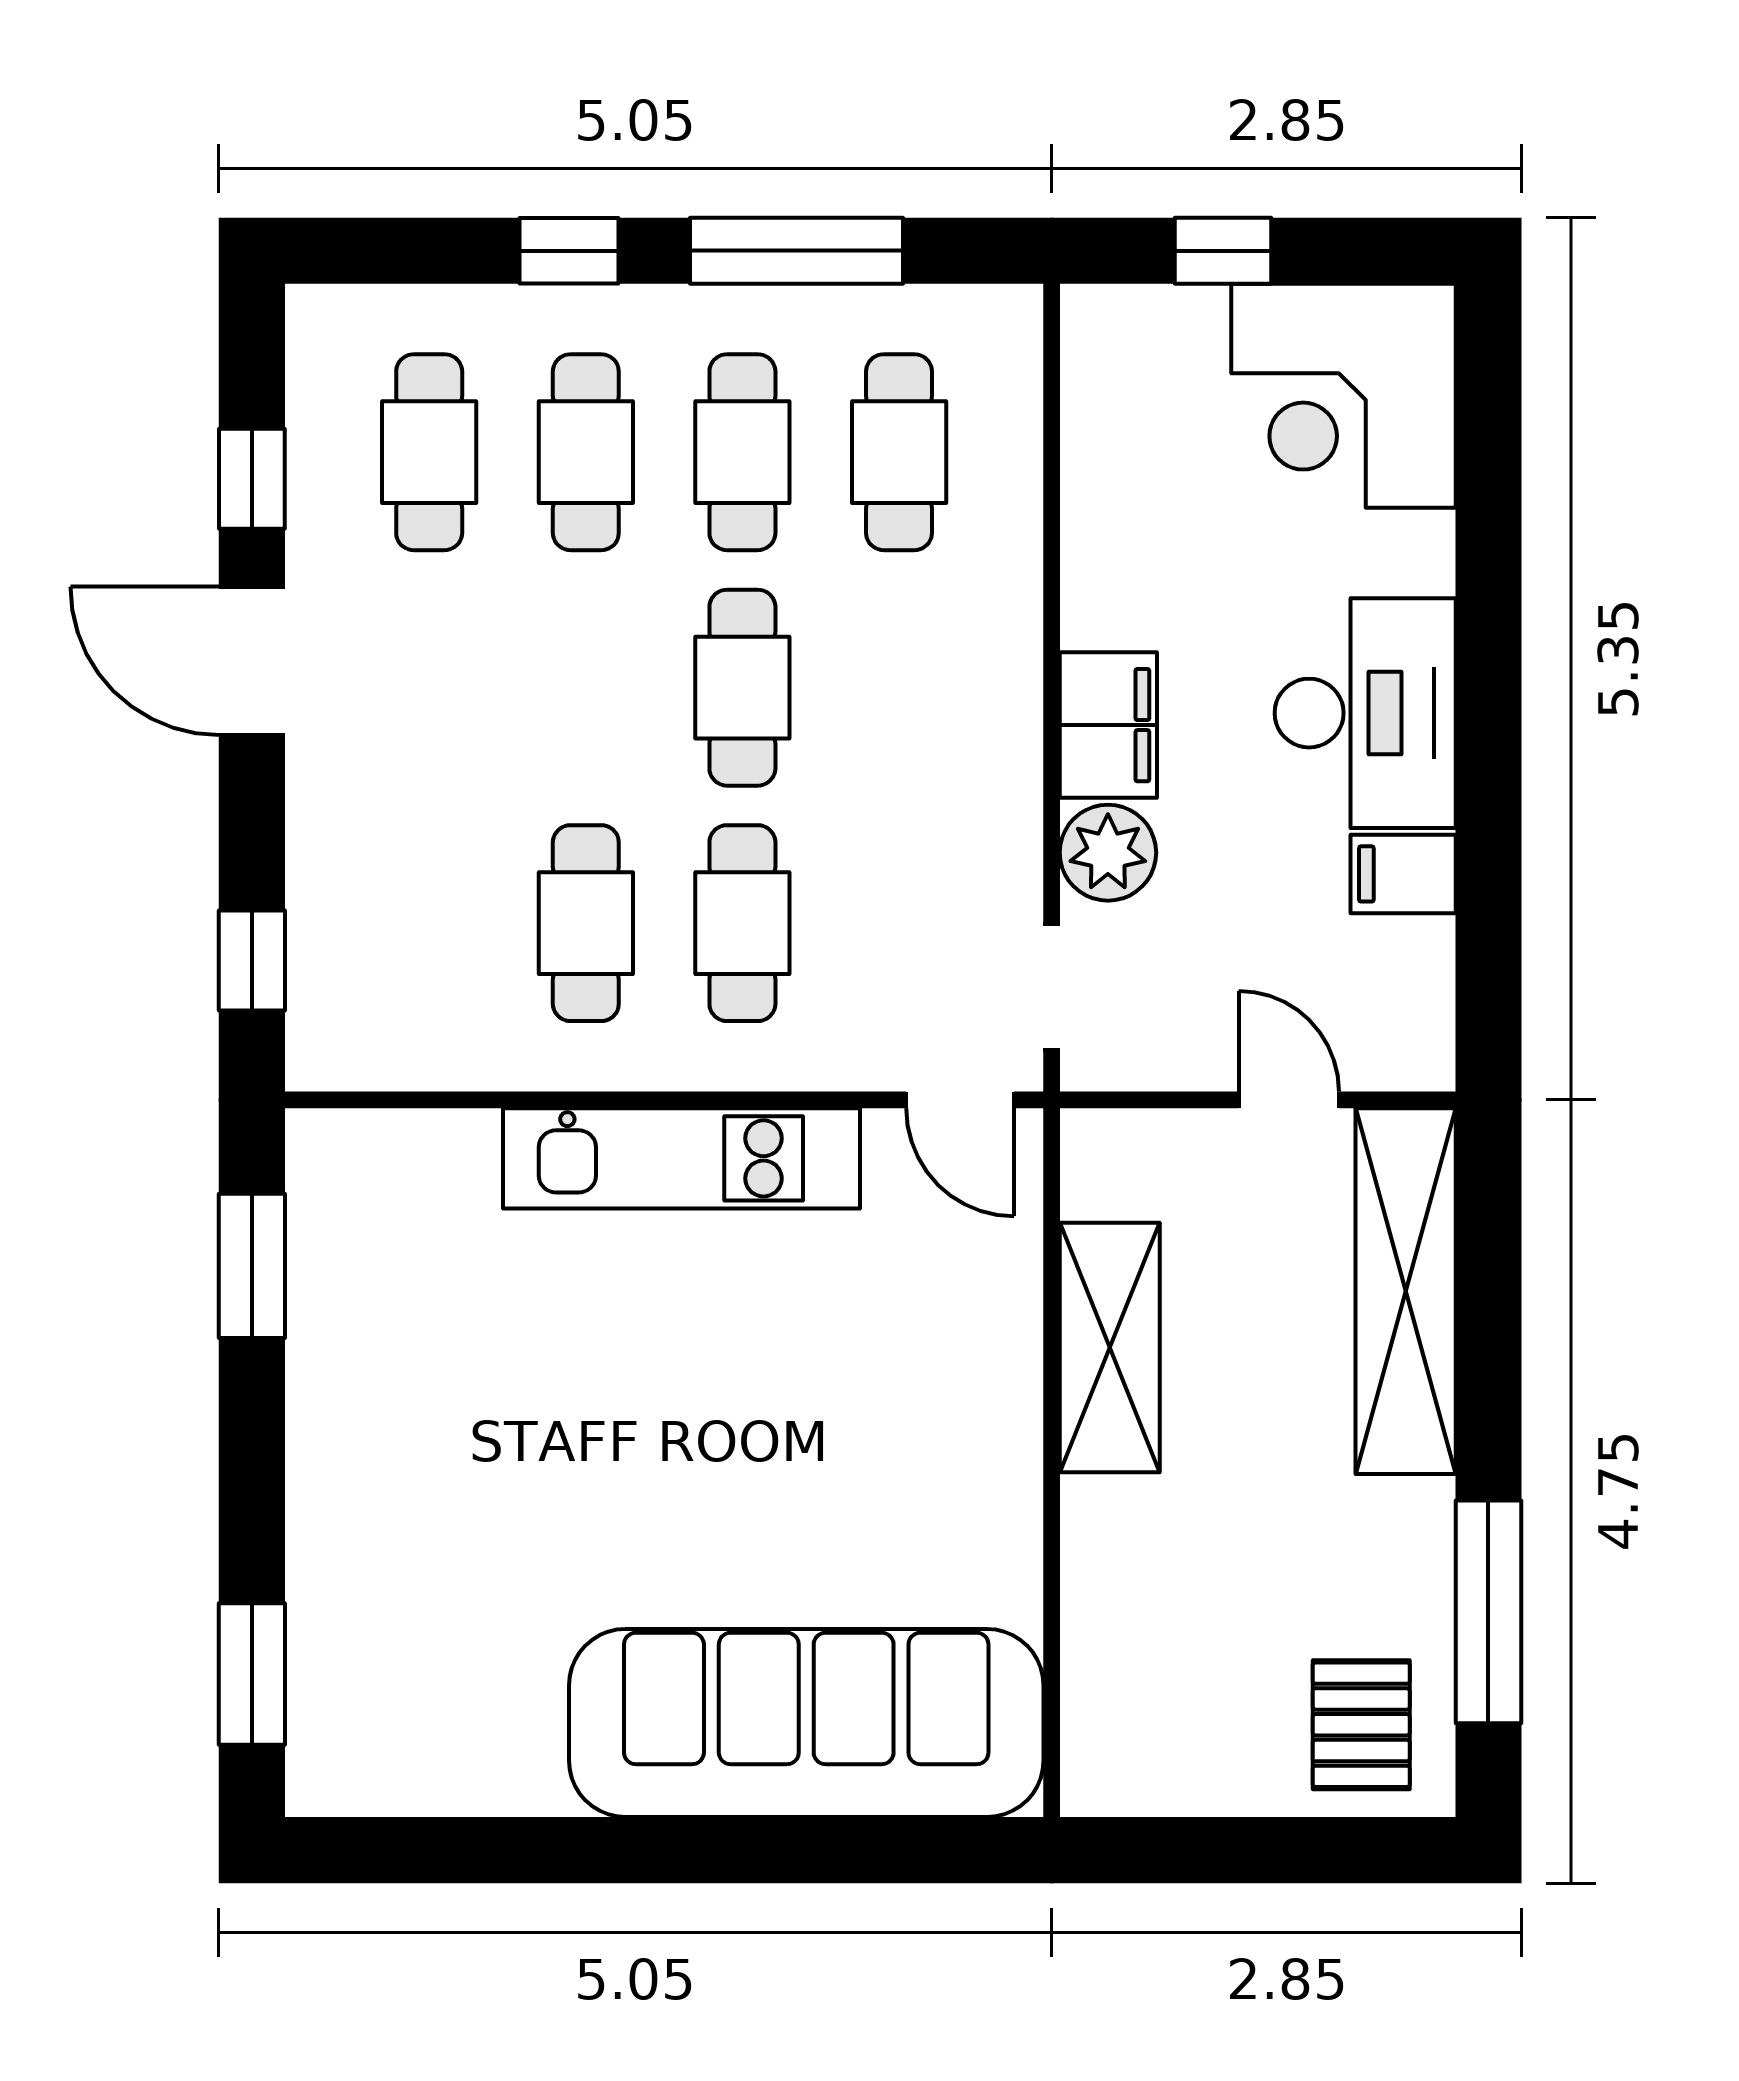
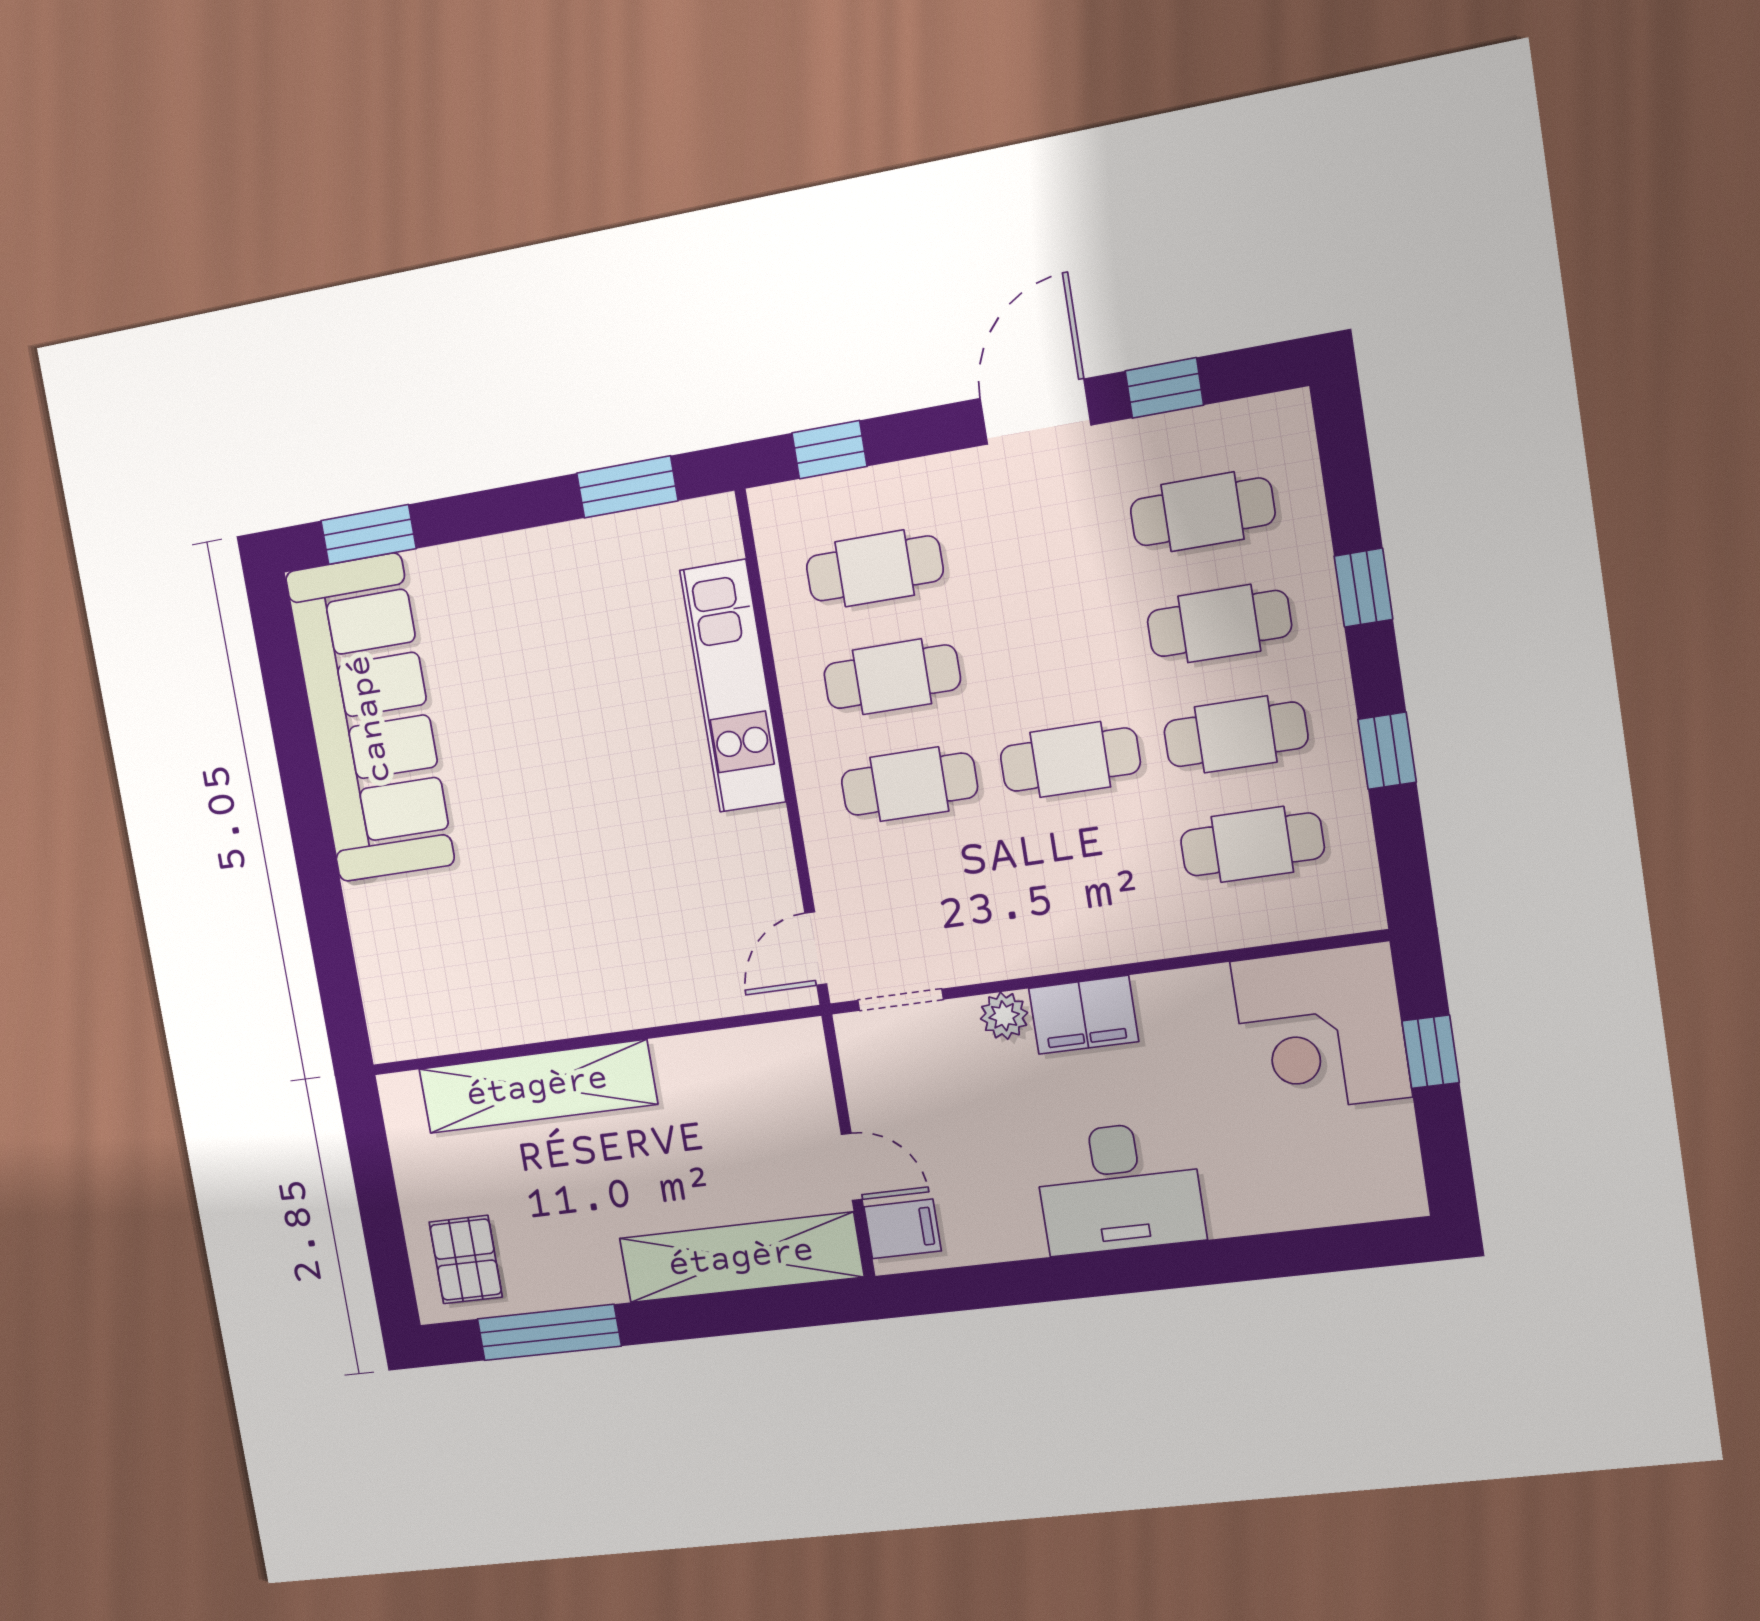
window: (796, 251) -> (1387, 751), width x0.46
corner desk: (1343, 396) -> (1321, 1029), moved, turned -90
plant: (1108, 853) -> (1004, 1016), width x0.73, depth x0.73
filing cabinet: (1403, 874) -> (903, 1229), moved, turned 90
cafe table: (429, 923) -> (875, 568), added
door: (1289, 1100) -> (852, 1167), hinge flipped
kitchen unit: (681, 1158) -> (733, 686), moved
shelving: (1110, 1348) -> (537, 1087), moved, width x1.47
sofa: (806, 1723) -> (370, 719), moved
pallet: (1361, 1725) -> (466, 1260), turned 90

